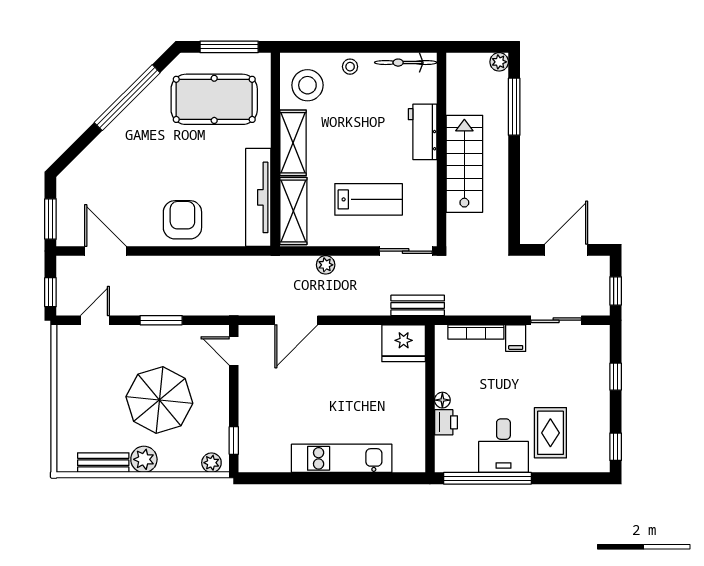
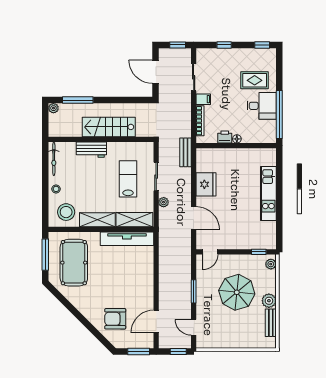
window: (127, 98) -> (73, 310), removed
armchair: (182, 220) -> (115, 319), moved
sliding door: (406, 251) -> (156, 177), moved
fridge: (404, 343) -> (206, 184), moved
printer: (446, 422) -> (225, 137), moved

